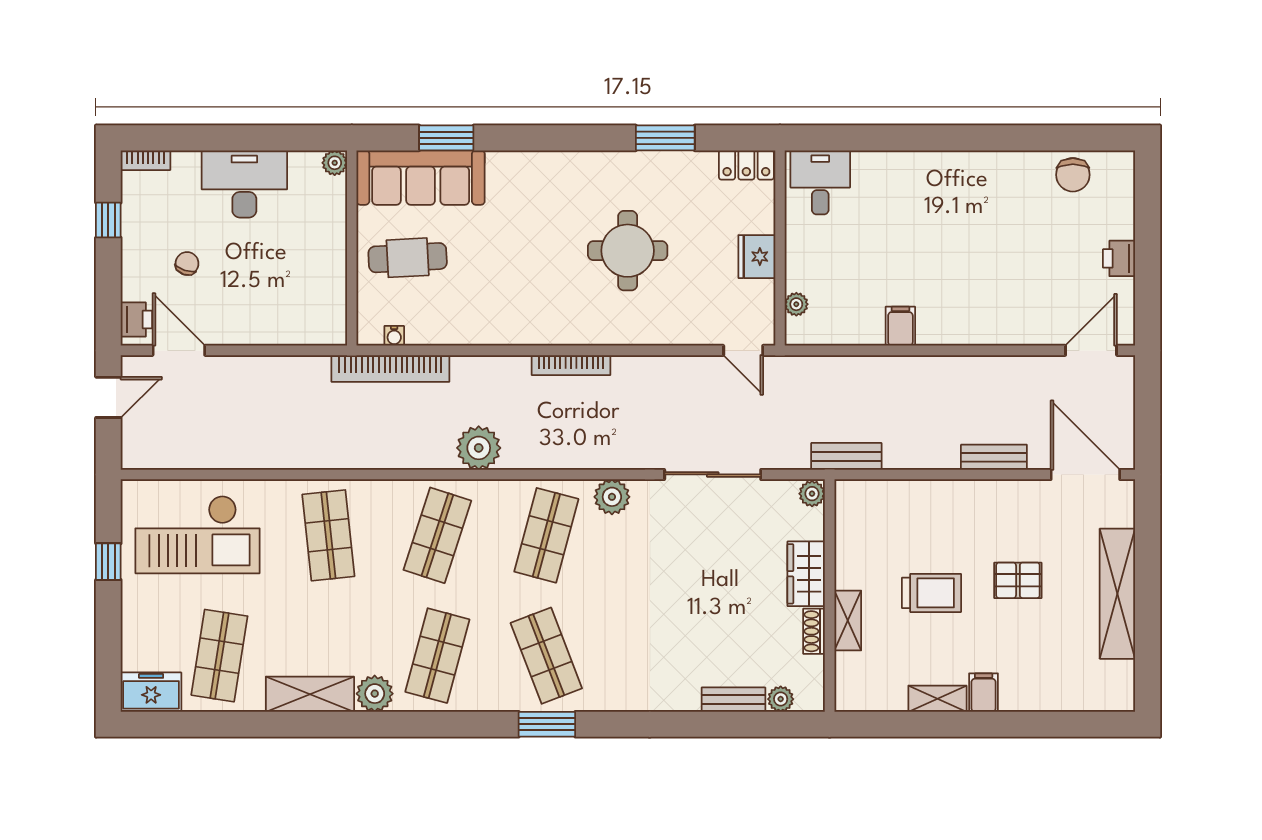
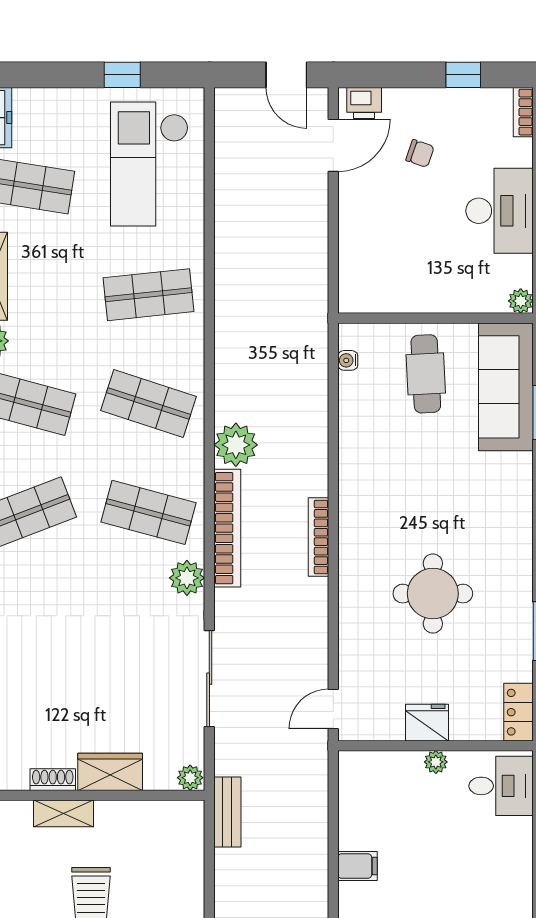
plant: (796, 304) -> (436, 762), moved
bookcase: (390, 368) -> (227, 528), moved, turned 180

